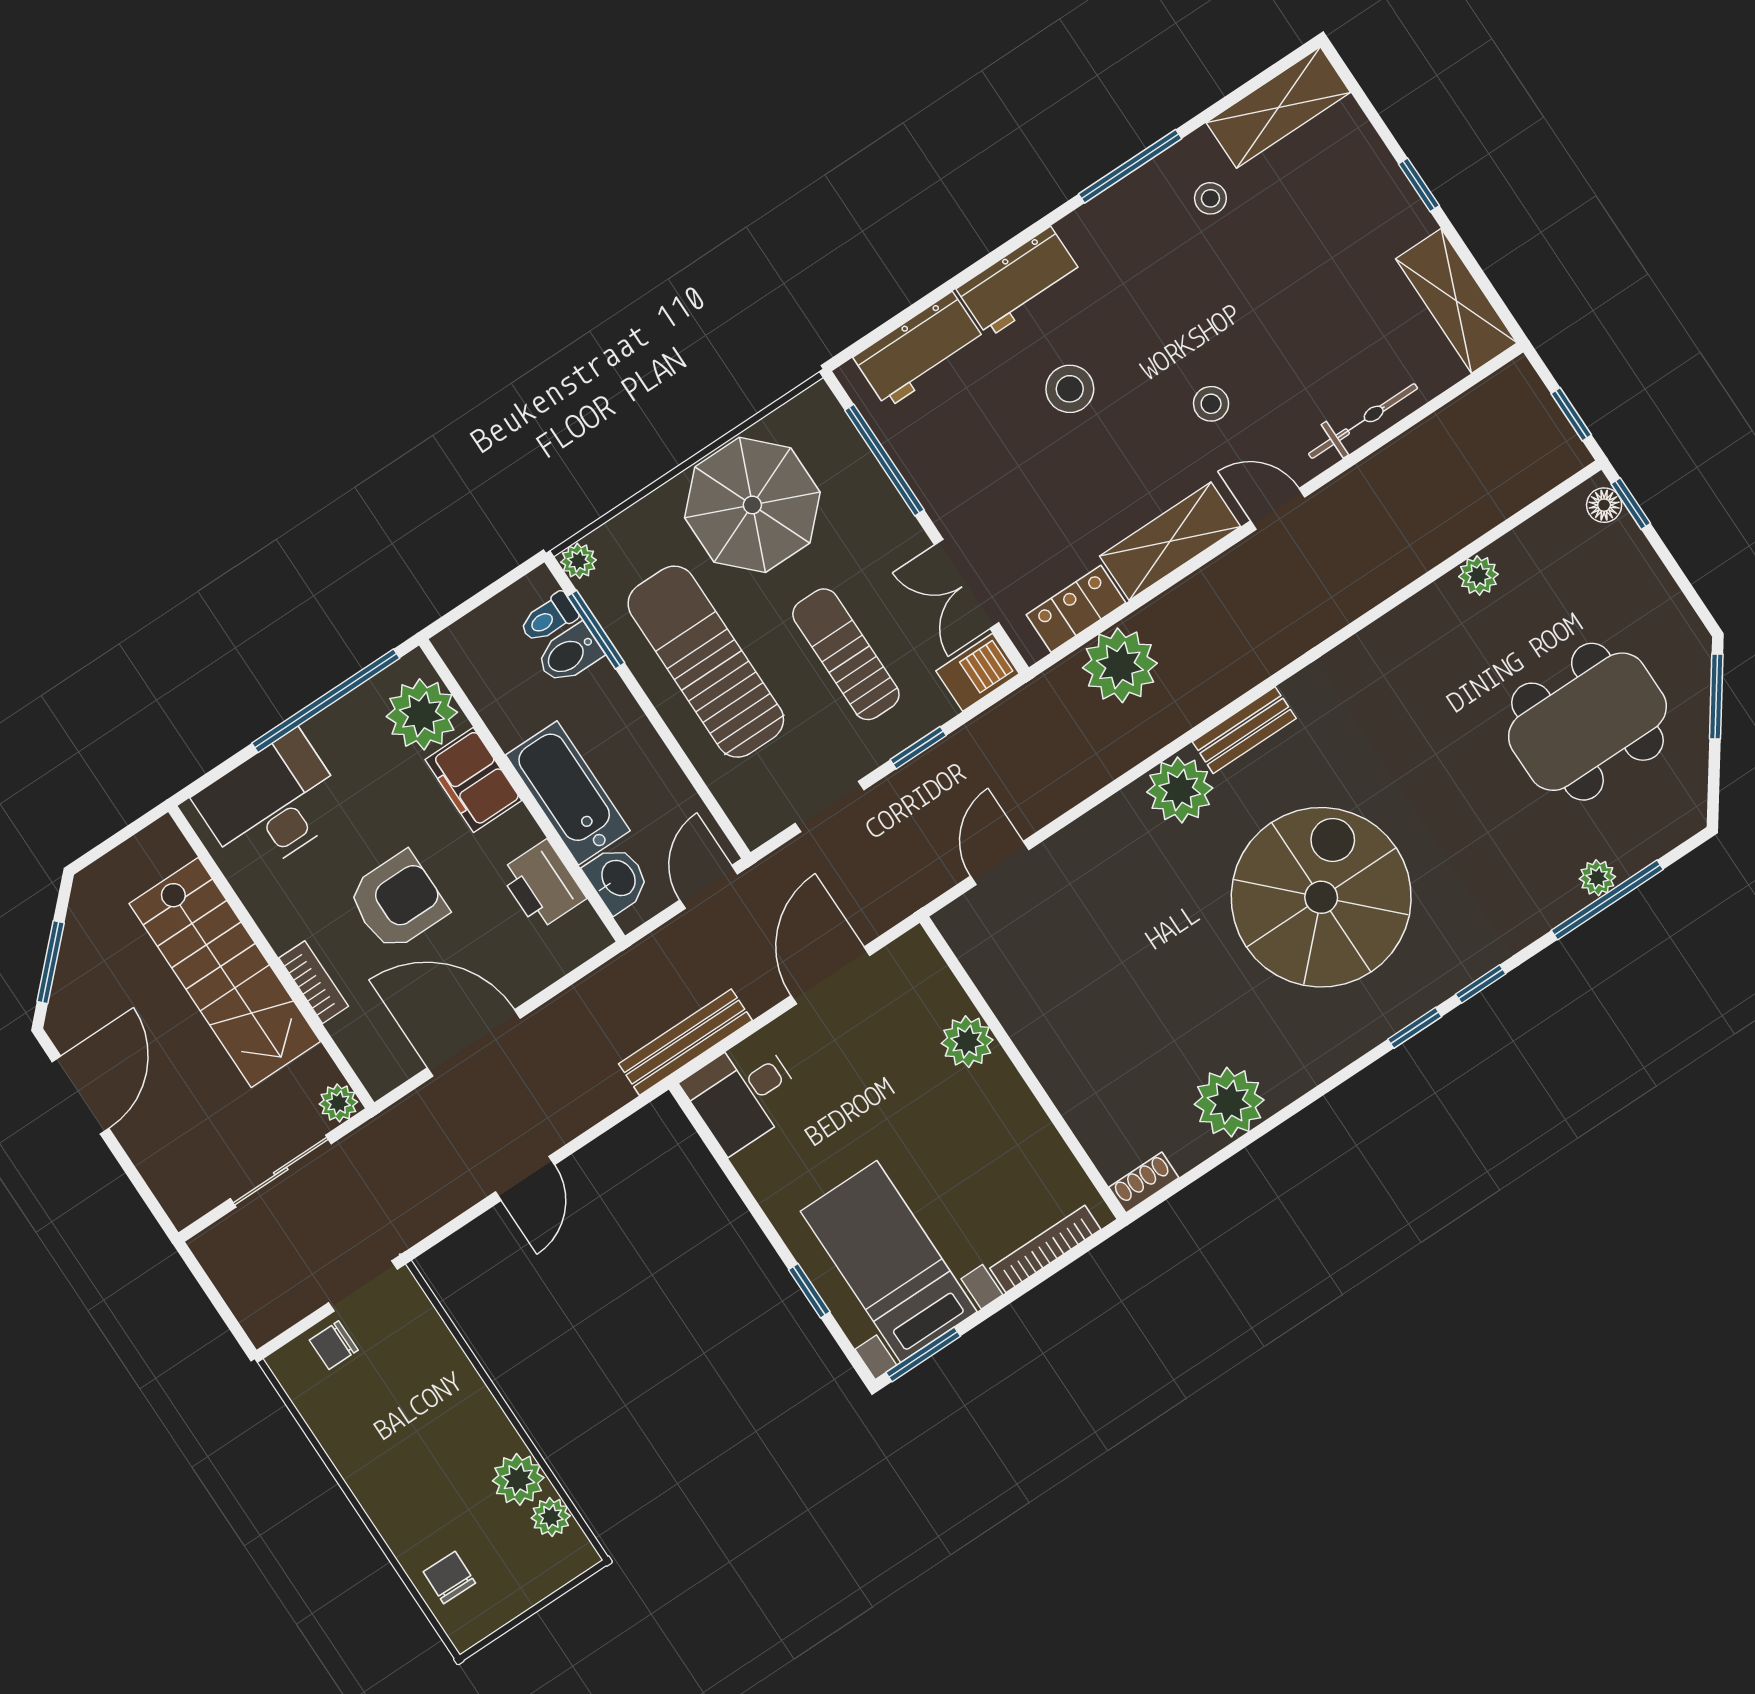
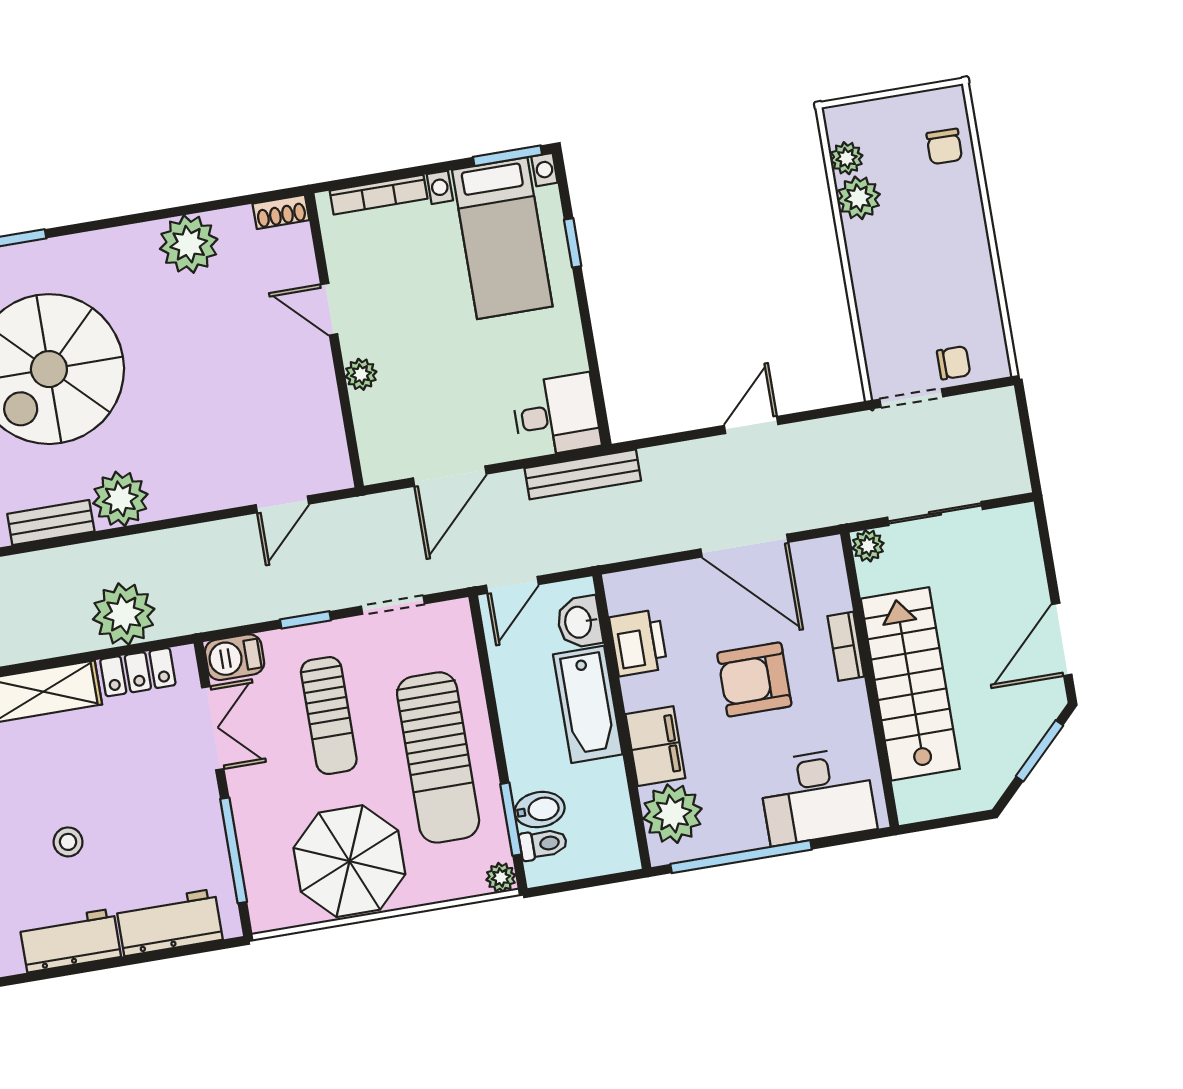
stool: (1070, 389) -> (68, 842), width x0.73, depth x0.73
plant: (967, 1042) -> (361, 374), width x0.73, depth x0.73
door: (1044, 1099) -> (329, 309), added

